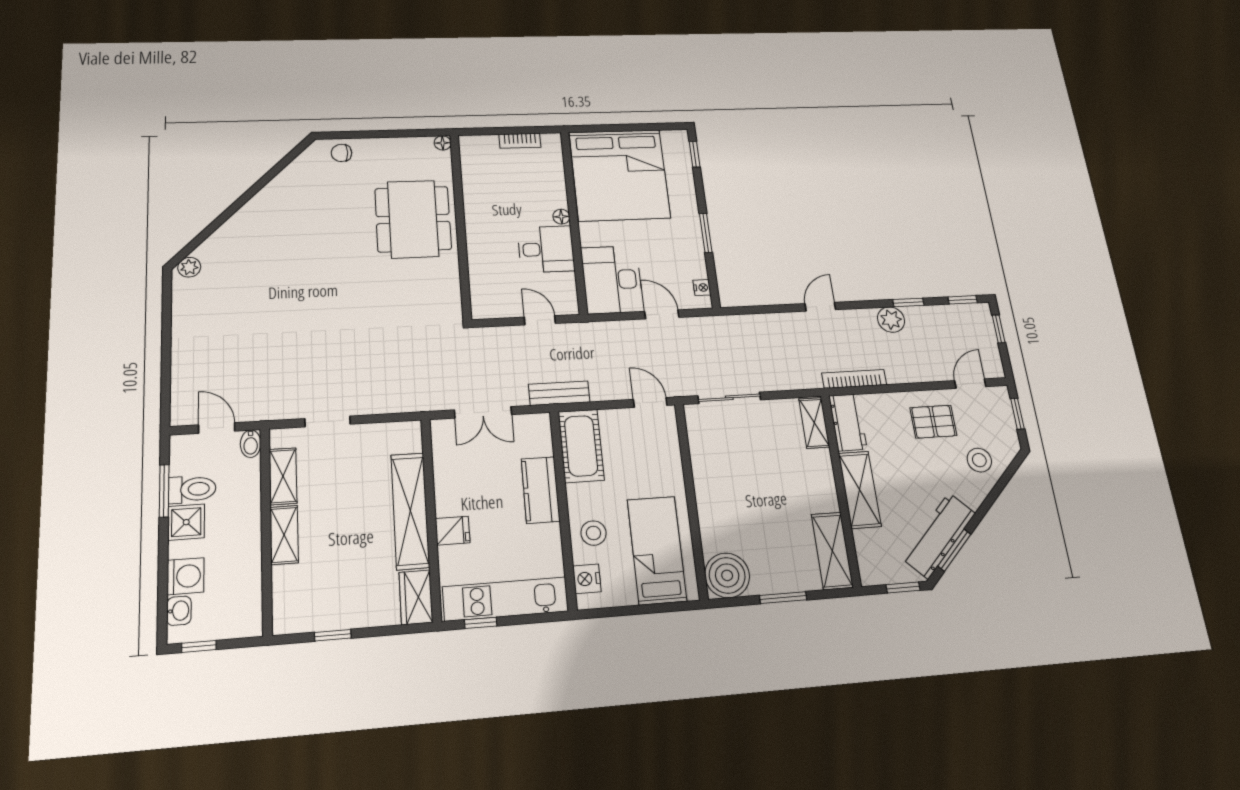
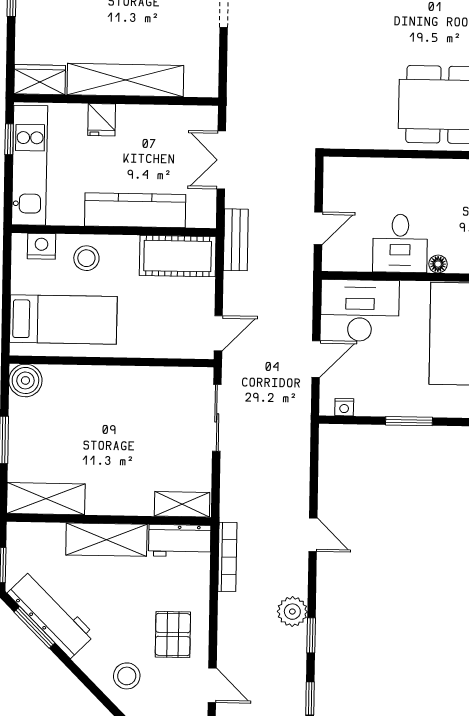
kitchen counter: (541, 490) -> (135, 210), width x1.50
boiler: (727, 575) -> (25, 380), width x0.73, depth x0.73

